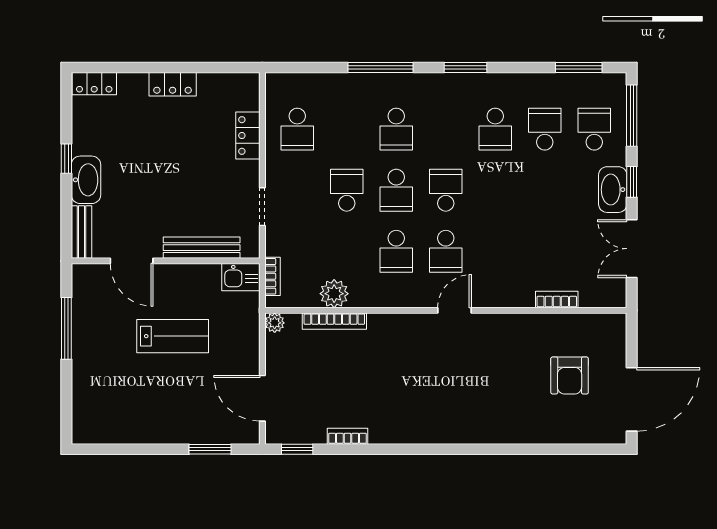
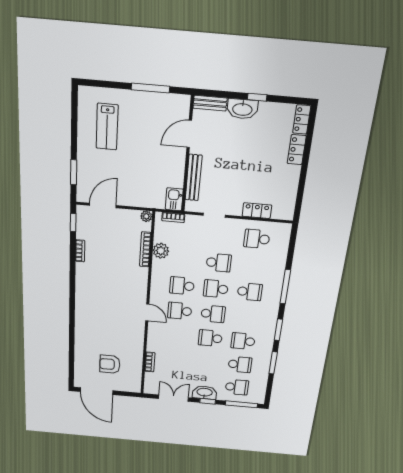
window: (579, 67) -> (273, 363), moved
locker: (173, 84) -> (297, 150), moved
school desk: (396, 129) -> (250, 292), turned 180
school desk: (495, 190) -> (210, 338), added
lab bench: (173, 336) -> (107, 127), moved

